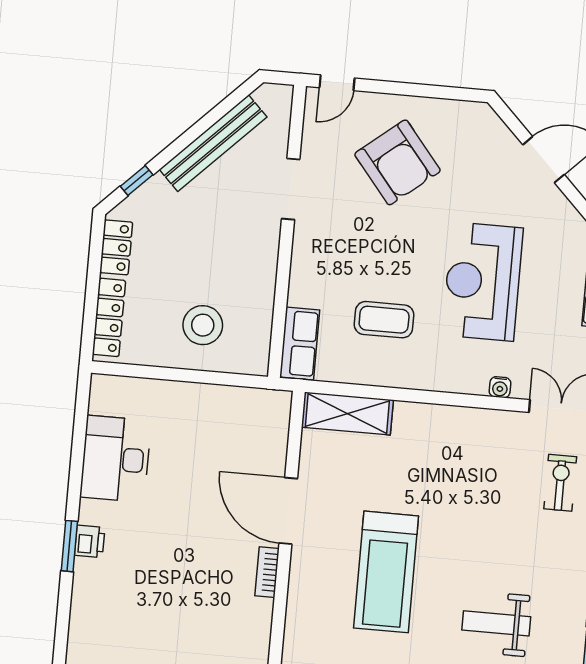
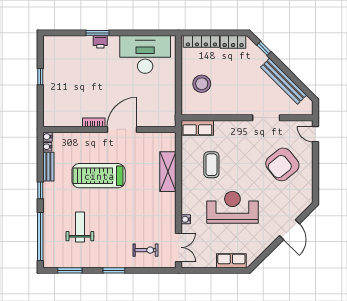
shelving: (347, 413) -> (168, 172), moved
desk: (116, 459) -> (145, 54), width x1.36, depth x1.30

